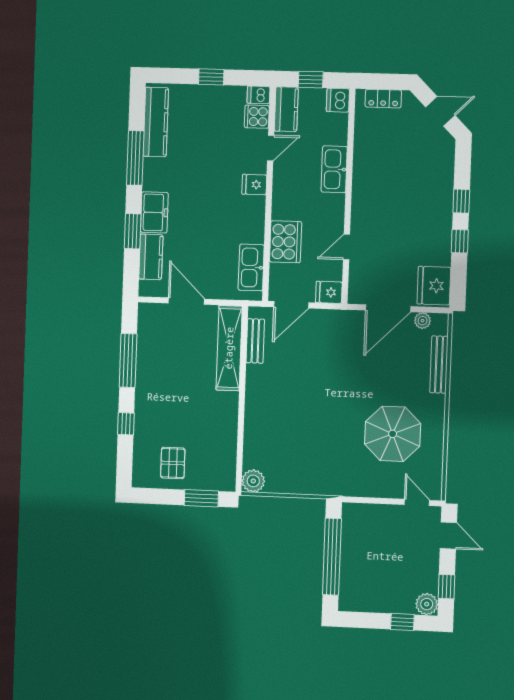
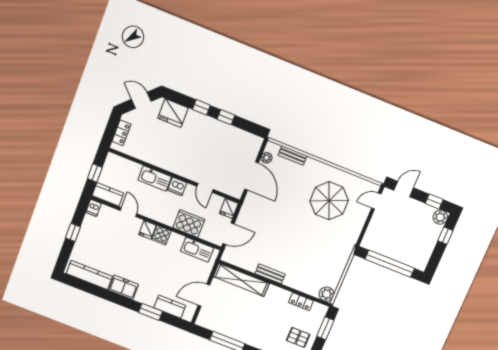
dishwasher: (338, 100) -> (177, 186), moved
door: (440, 111) -> (141, 100), hinge flipped
cooker: (257, 117) -> (161, 235), moved
window: (135, 158) -> (107, 295), removed
freezer: (154, 212) -> (123, 287), moved
fridge: (434, 286) -> (173, 113), moved
door: (291, 305) -> (228, 234), hinge flipped
bench: (255, 341) -> (270, 274), moved
bench: (439, 365) -> (293, 155), width x0.73
locker: (228, 448) -> (301, 302), added

